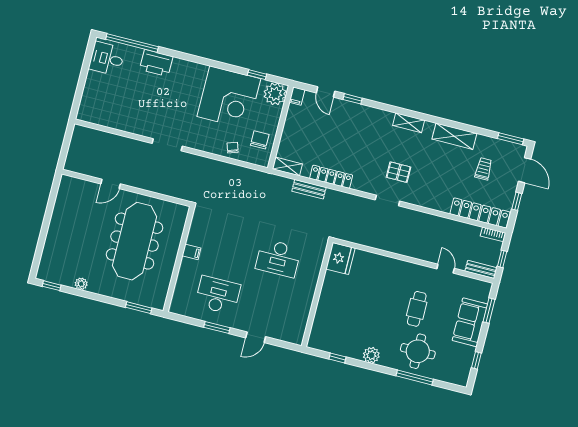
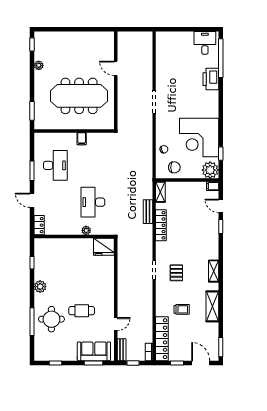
door: (326, 92) -> (221, 206), hinge flipped
trolley: (484, 169) -> (182, 309), moved
door: (525, 170) -> (201, 363), swing flipped
plant: (313, 276) -> (86, 230), added
sofa: (470, 322) -> (94, 351), moved
locker: (291, 336) -> (39, 225), added

